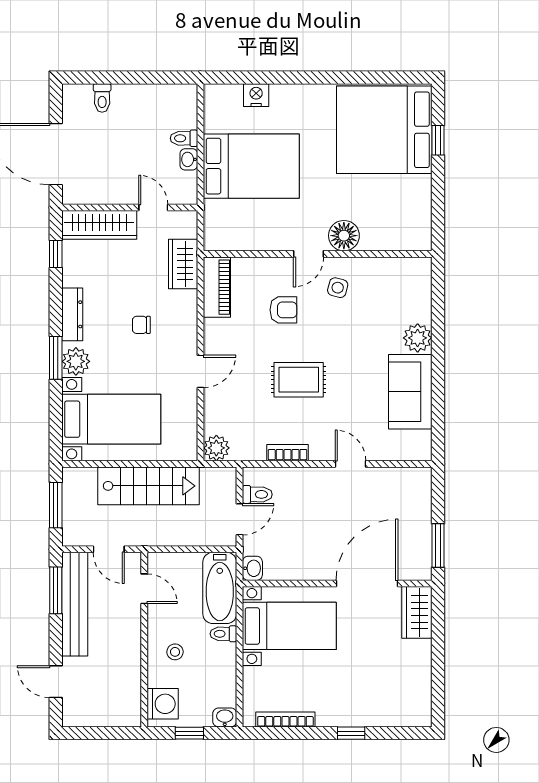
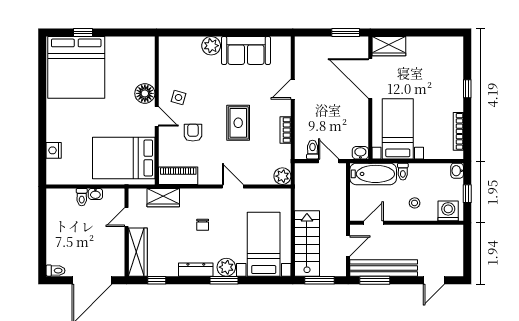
toilet: (102, 98) -> (56, 271), moved
bed: (251, 166) -> (124, 158), moved, turned -90
stairs: (149, 486) -> (307, 244), moved

